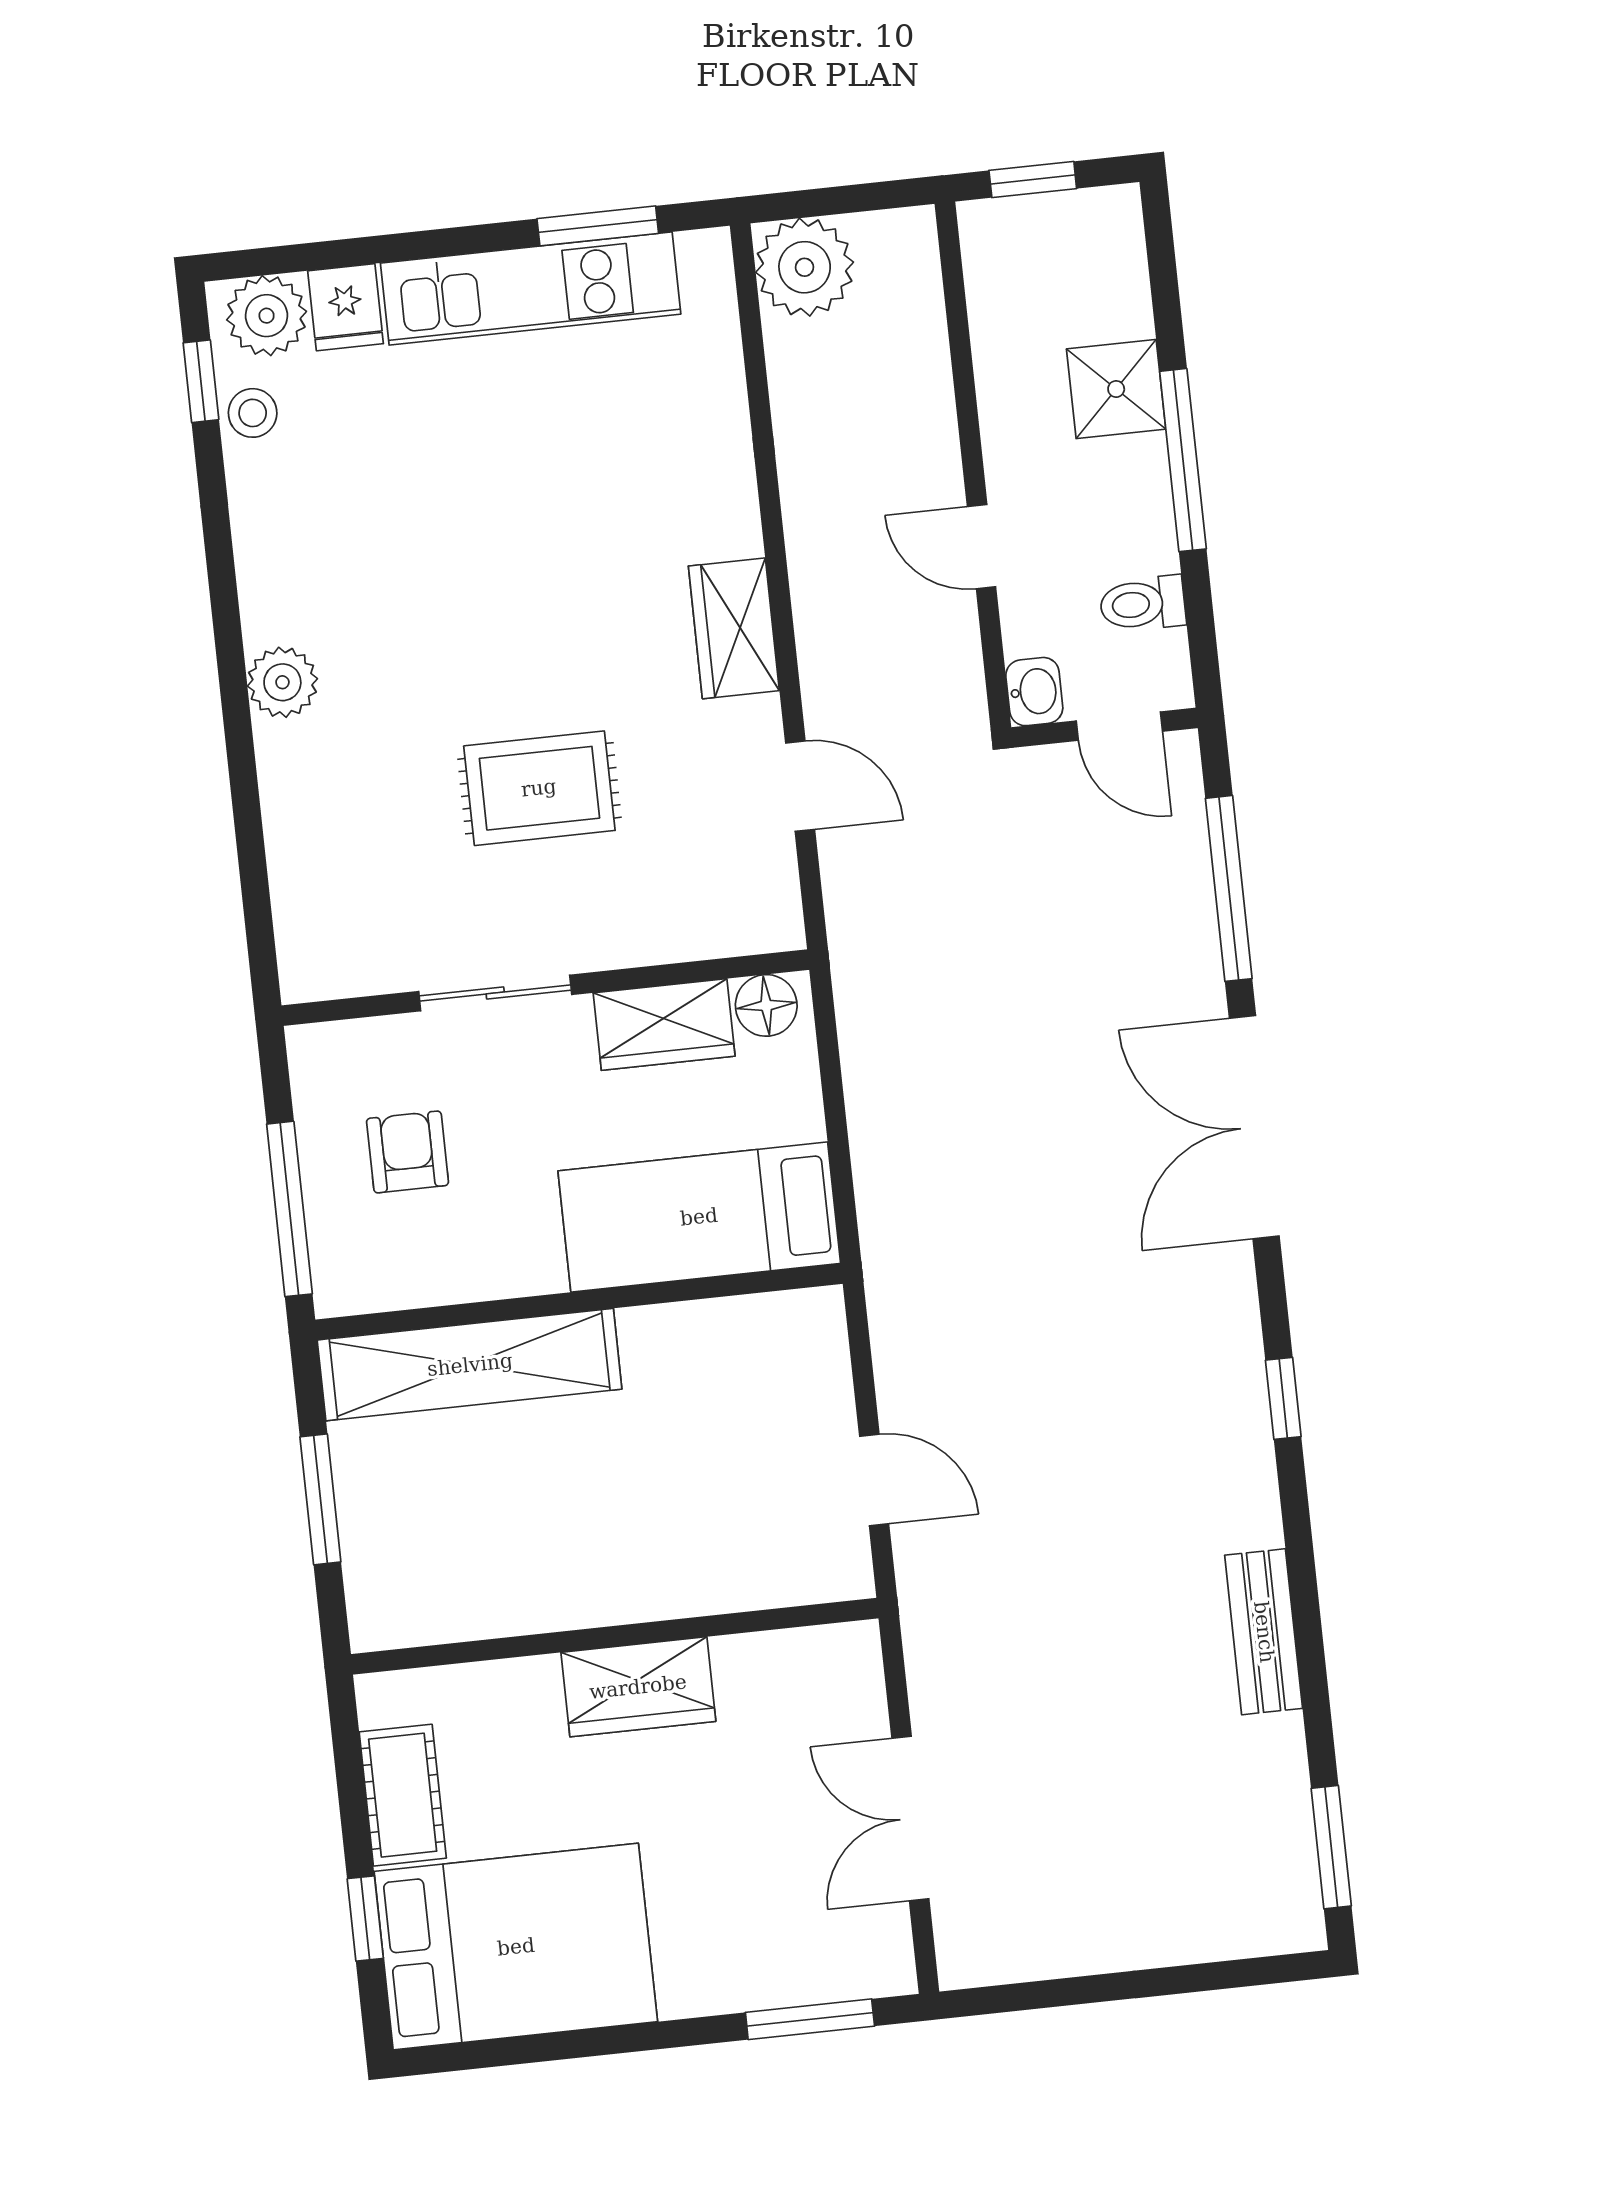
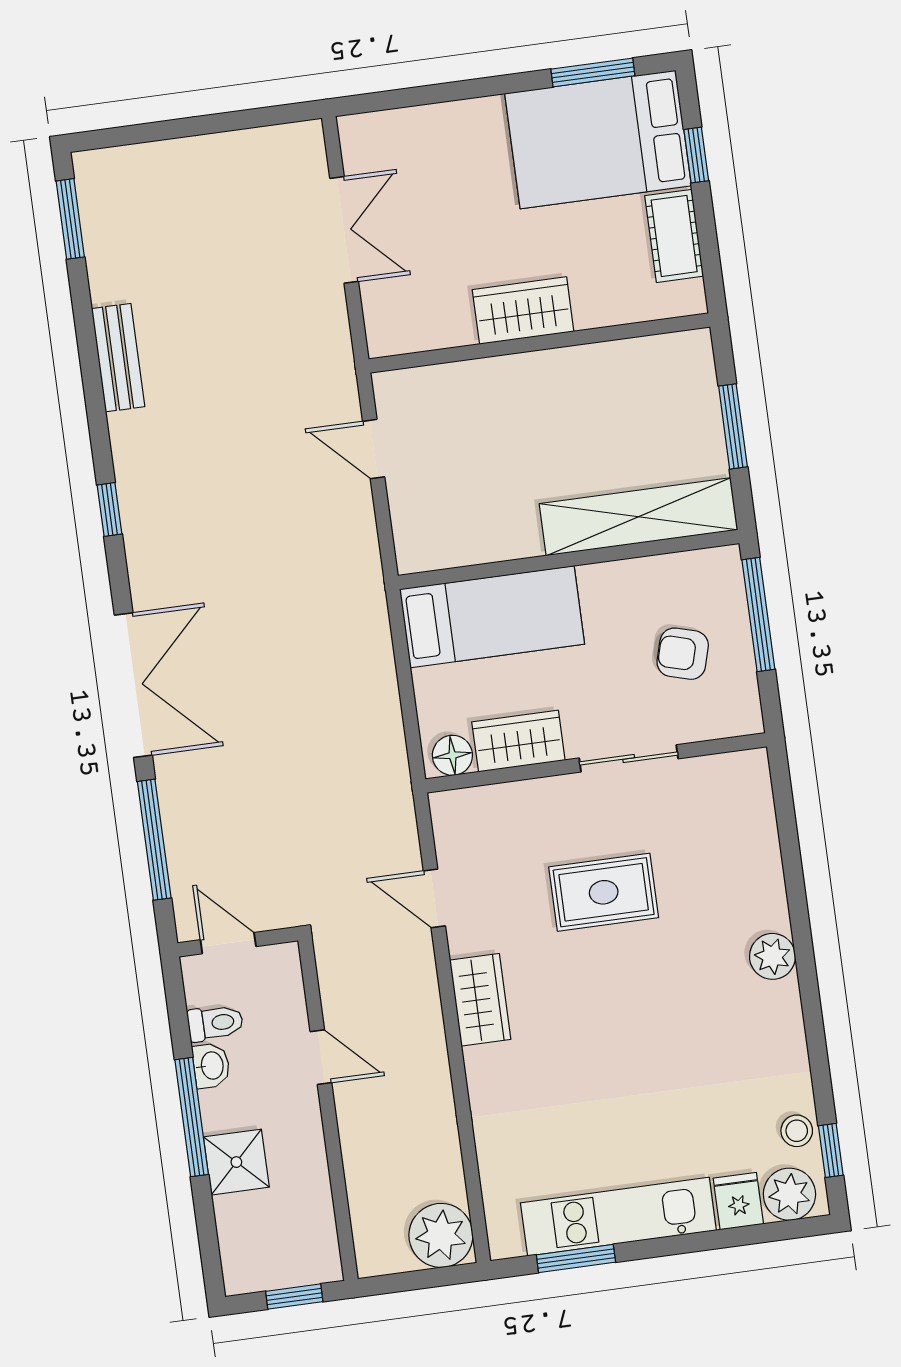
washbasin: (1034, 692) -> (211, 1066), moved, turned 180
armchair: (408, 1152) -> (683, 654), turned 106
window: (810, 2019) -> (593, 72), moved

